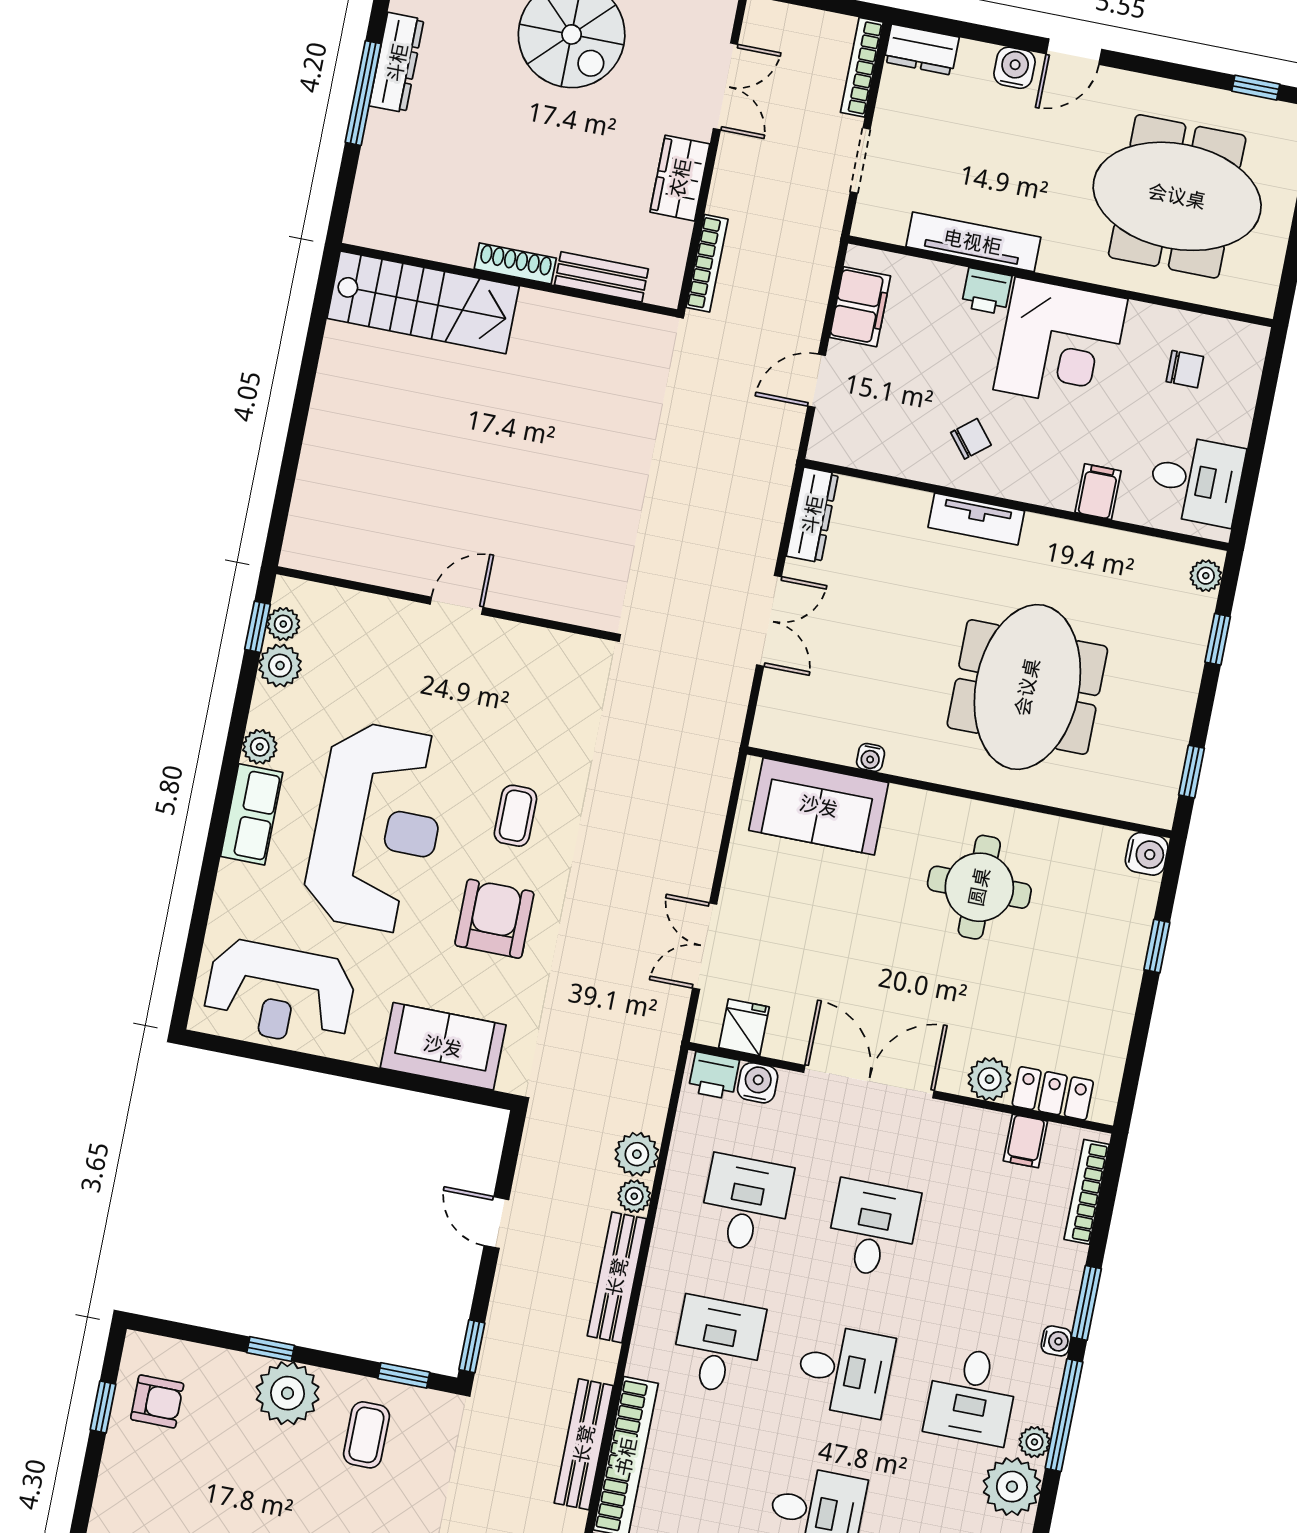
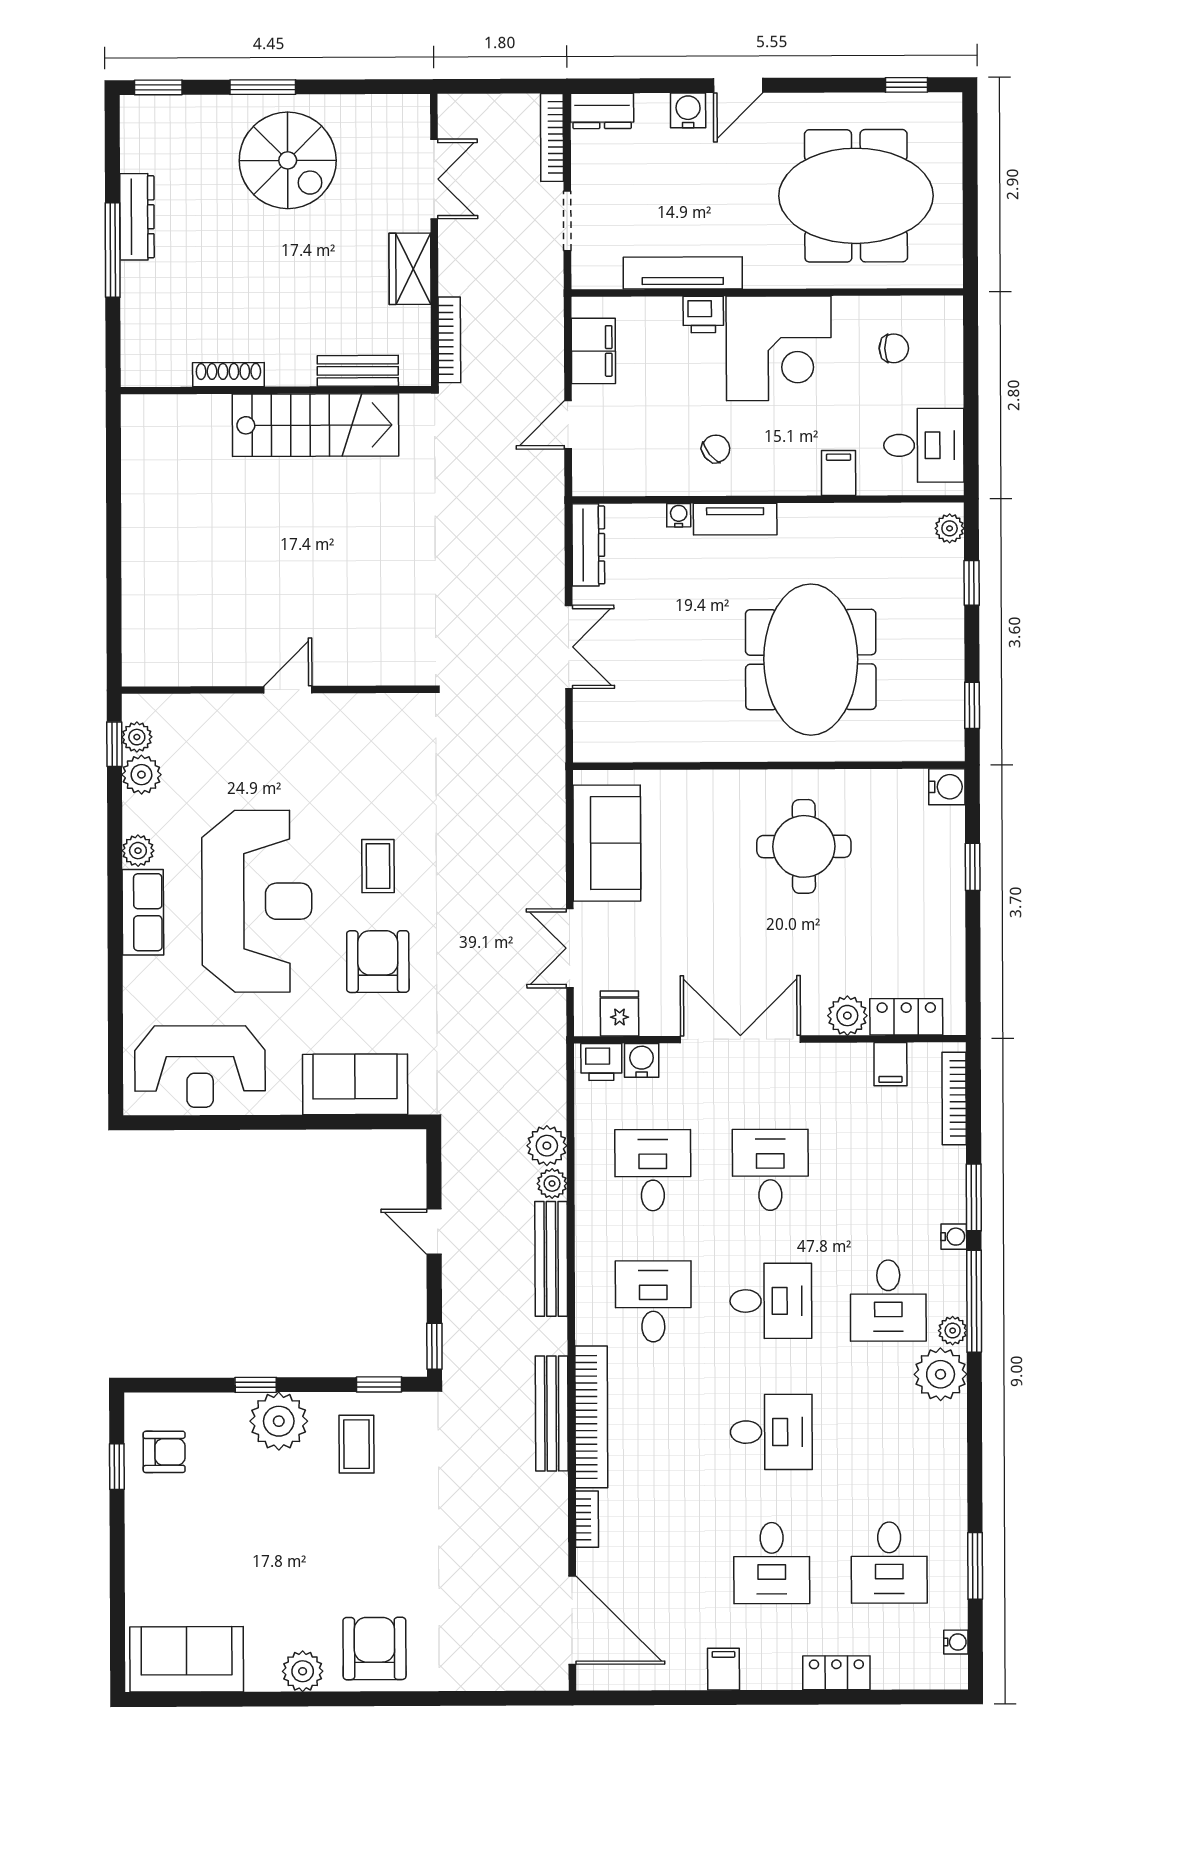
shoe rack: (515, 263) -> (228, 375), moved
stairs: (423, 302) -> (316, 425), moved
water cooler: (871, 757) -> (679, 515), moved, turned 180
sofa: (819, 806) -> (607, 843), moved, turned -90

